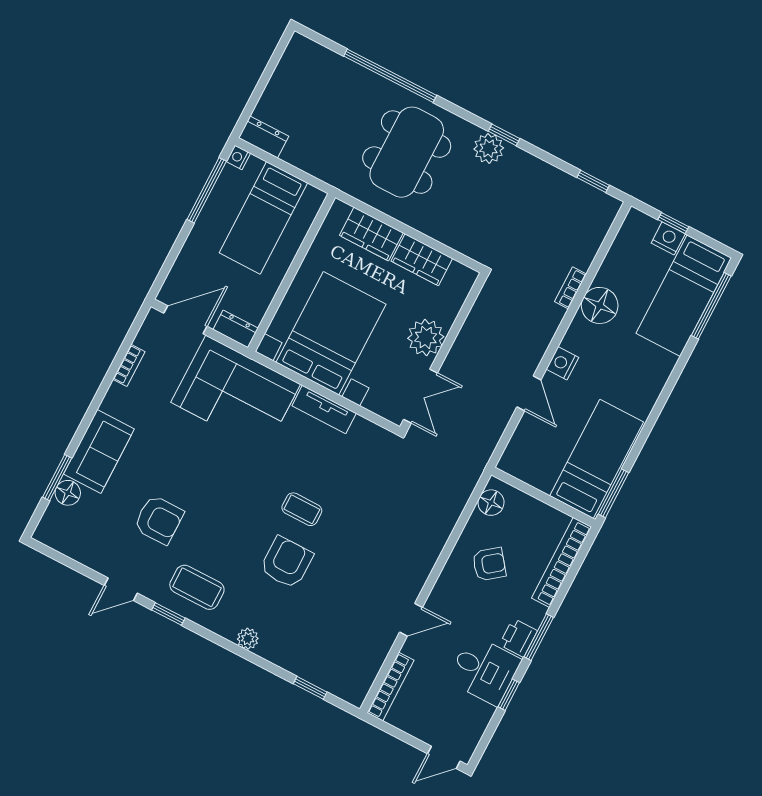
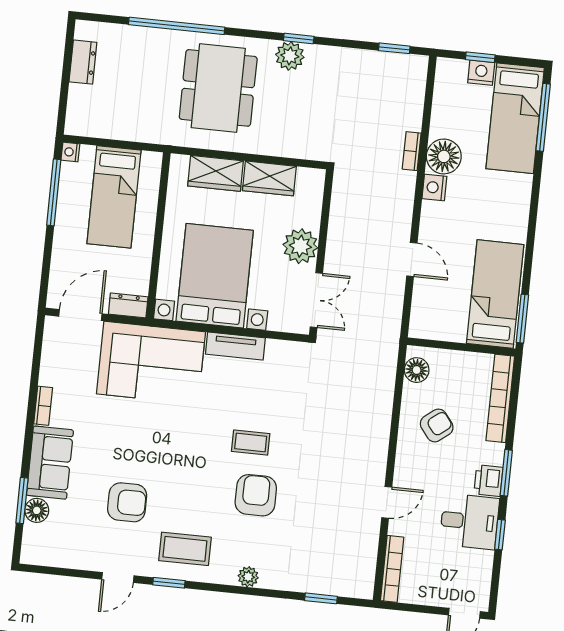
dresser: (264, 137) -> (83, 62), moved, turned 90
nightstand: (562, 363) -> (434, 187), moved
bookcase: (129, 365) -> (43, 406), moved

